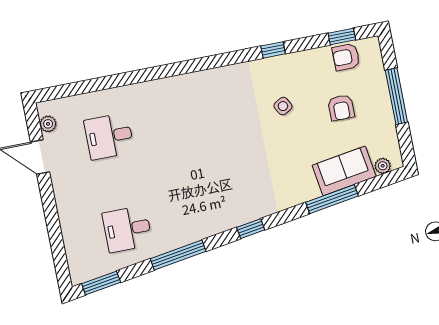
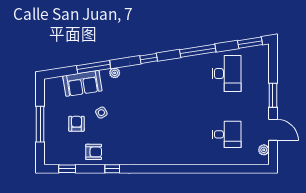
armchair: (346, 57) -> (94, 152), moved
side table: (283, 106) -> (101, 113), moved
plant: (383, 166) -> (115, 73), moved
window: (50, 210) -> (273, 95), added
desk: (127, 229) -> (227, 74), width x1.37

